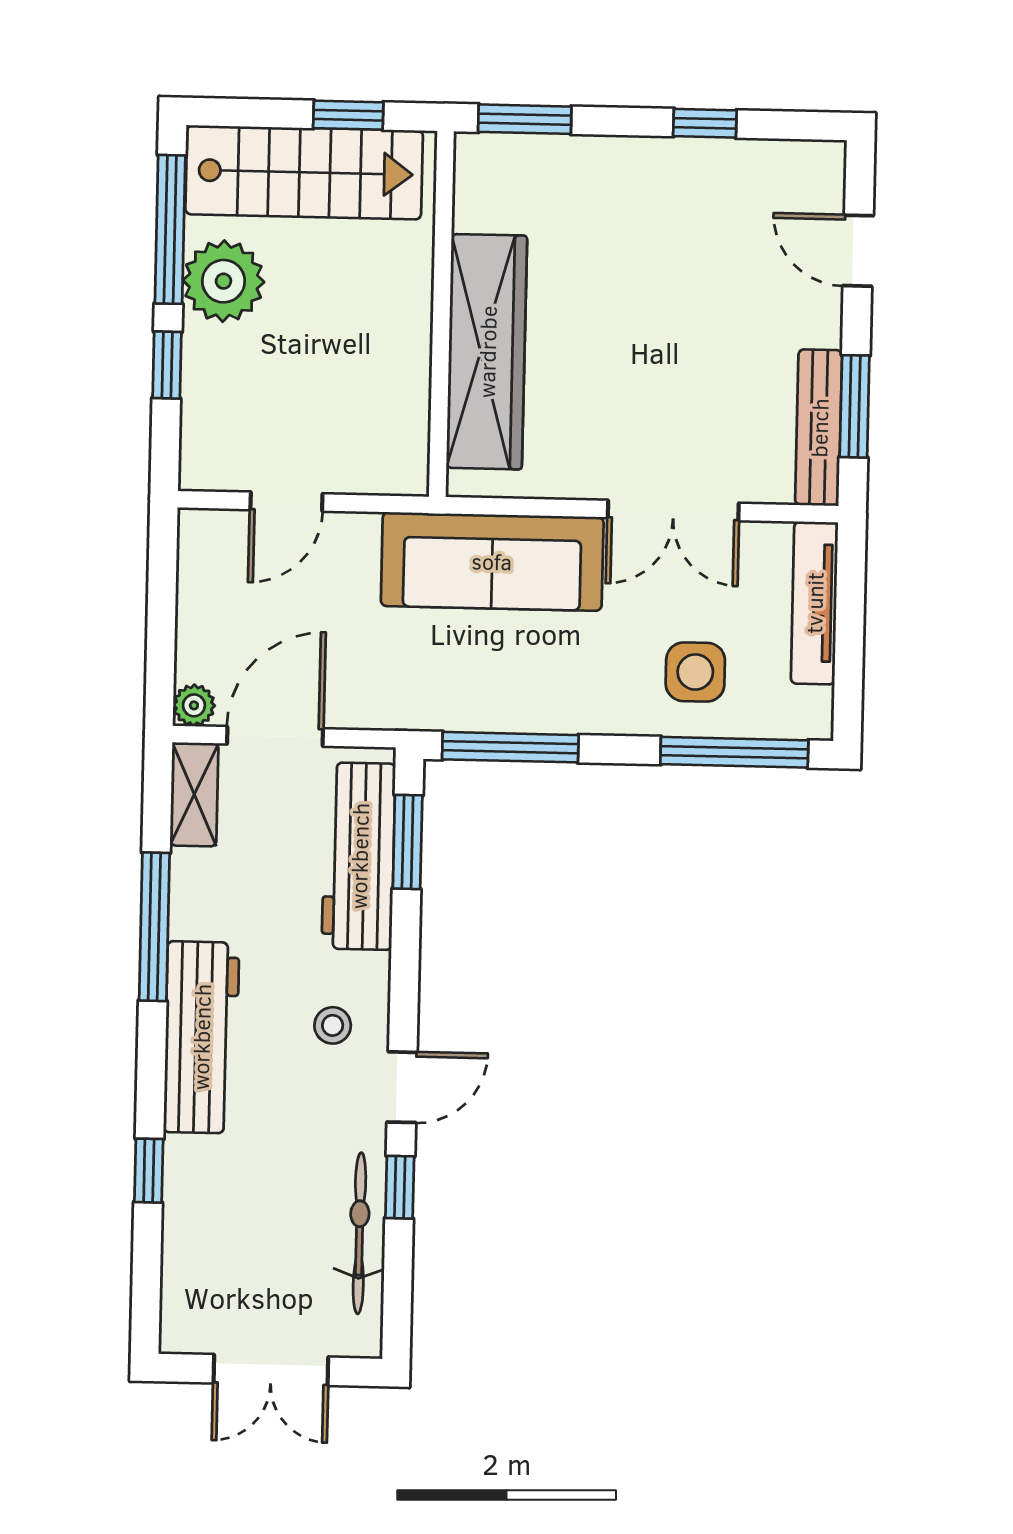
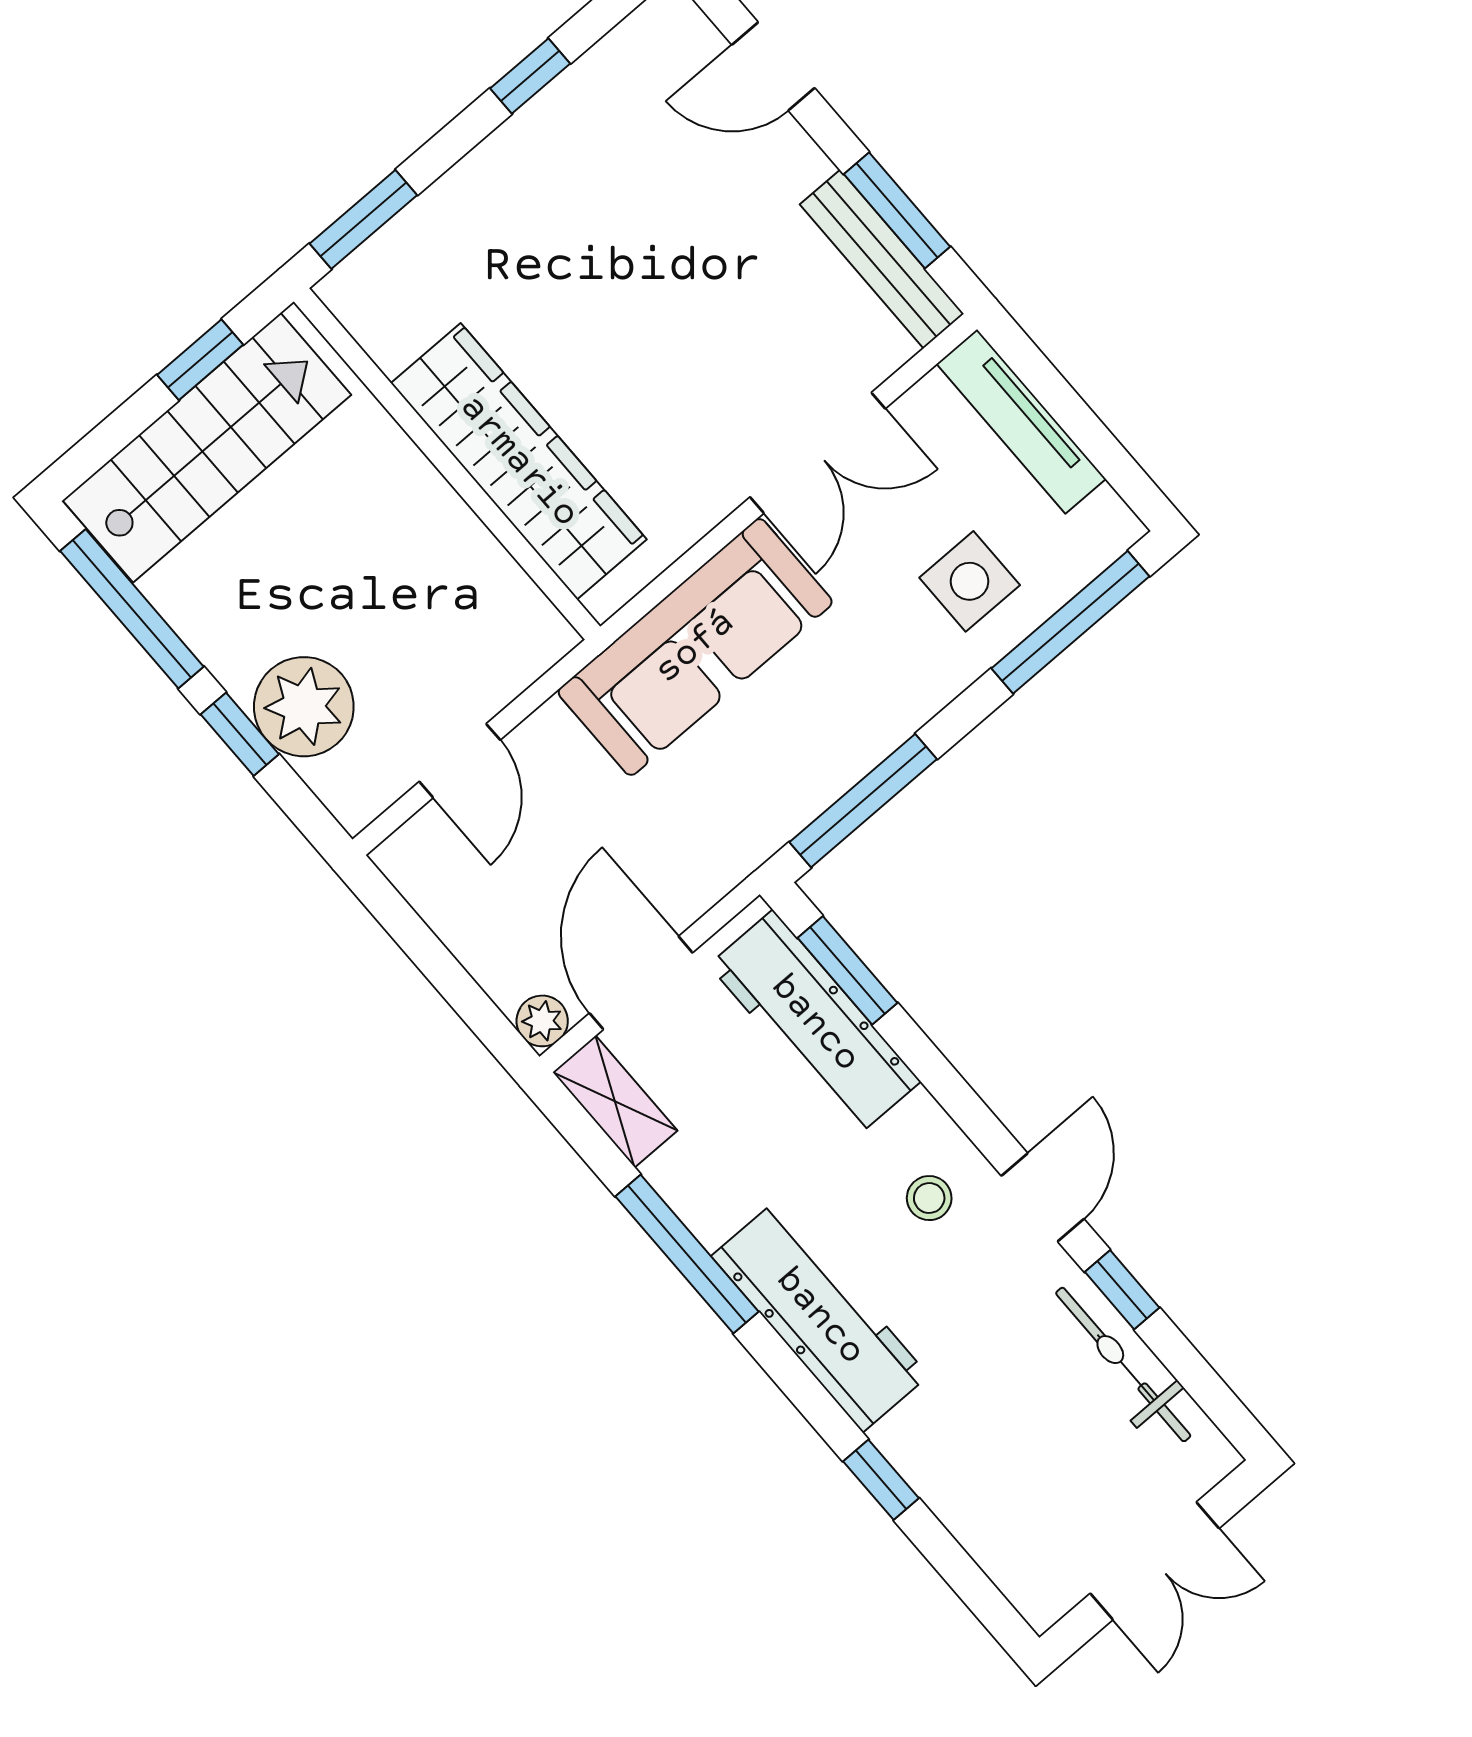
plant: (223, 281) -> (304, 707), moved

